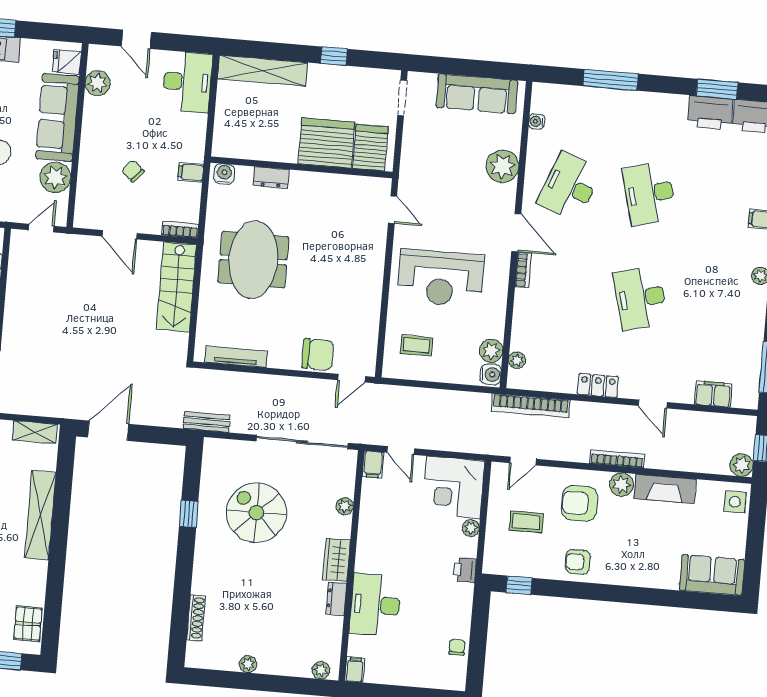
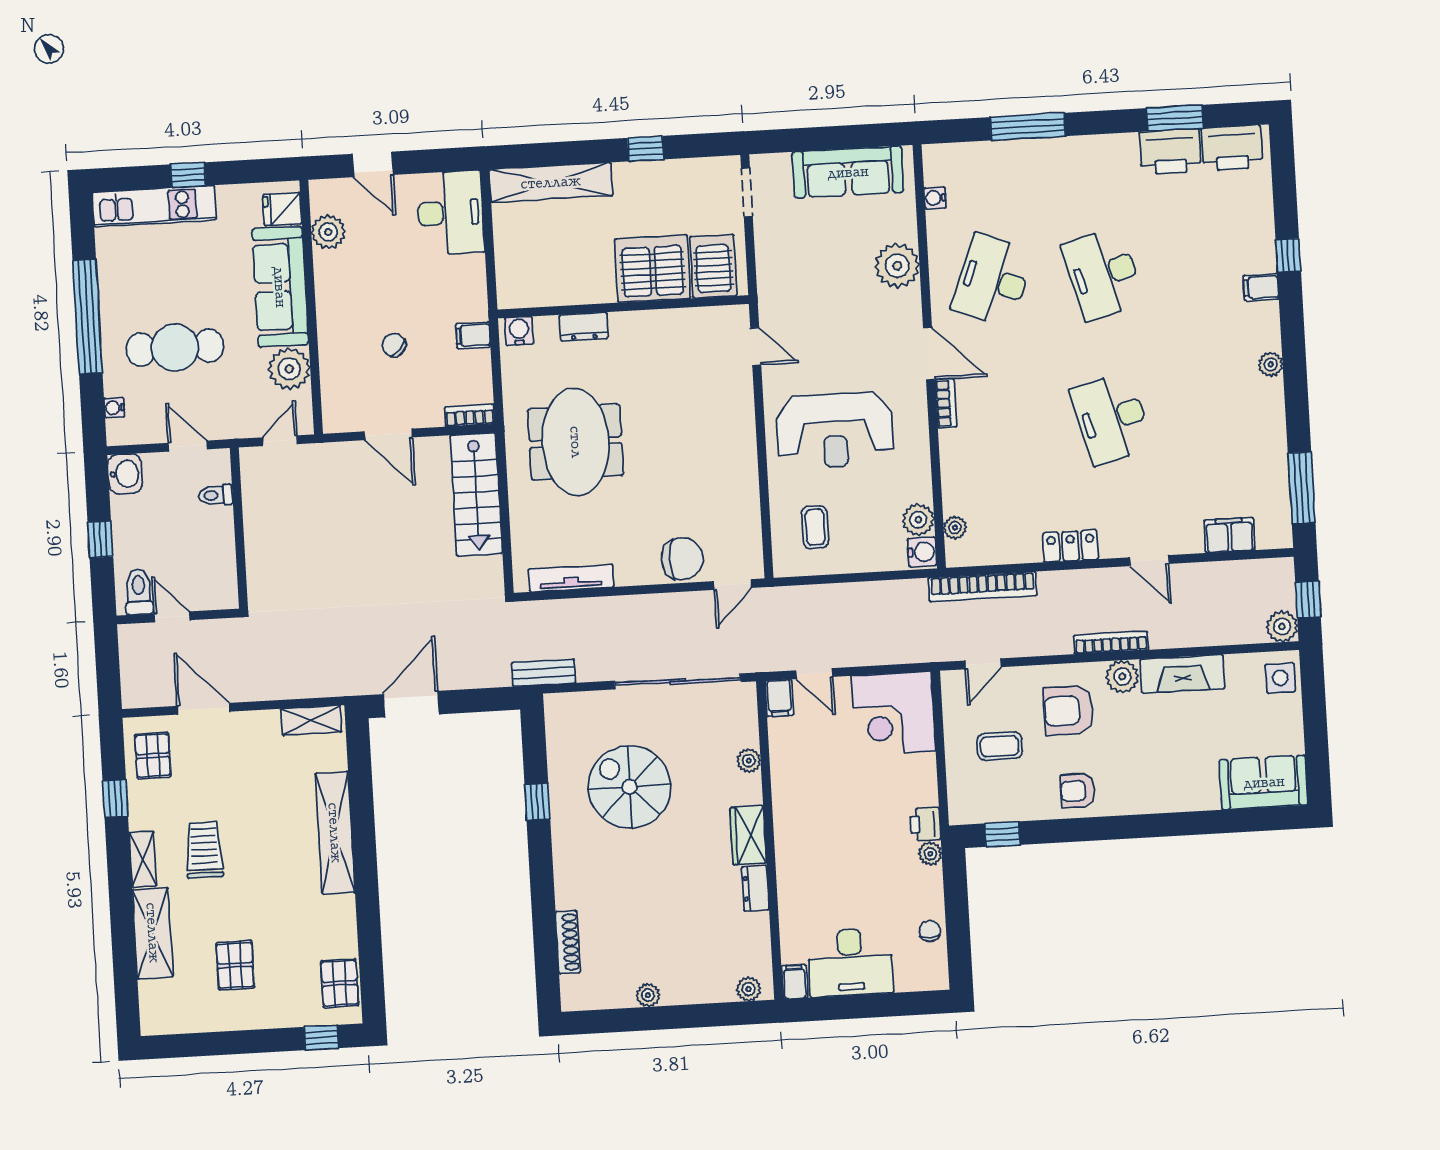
coffee table: (416, 345) -> (815, 527), turned 90
plant: (471, 528) -> (930, 854), moved
desk: (375, 605) -> (850, 962), moved, turned -90

